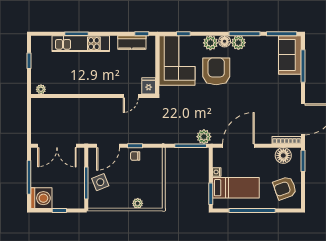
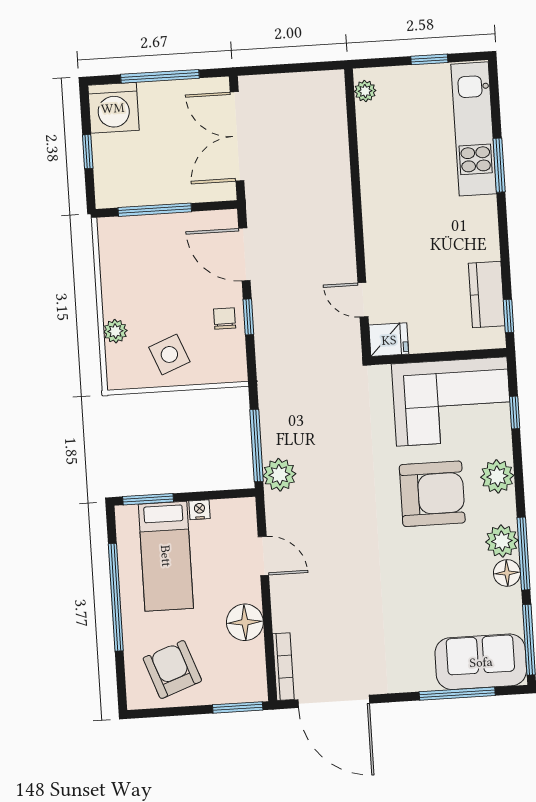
floor lamp: (225, 41) -> (507, 573), moved
kitchen unit: (81, 44) -> (474, 129), moved
door: (238, 146) -> (263, 556), width x0.53
floor lamp: (283, 155) -> (245, 622), moved
side table: (100, 182) -> (169, 354), moved

